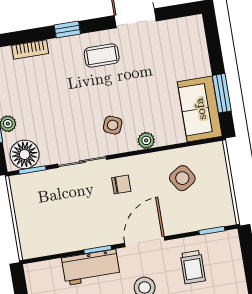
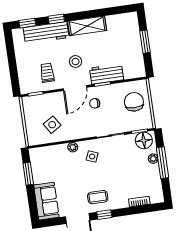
window: (67, 29) -> (104, 215), moved
sofa: (200, 109) -> (46, 201), moved
chair: (121, 185) -> (95, 103), moved
chair: (43, 220) -> (134, 102), added

